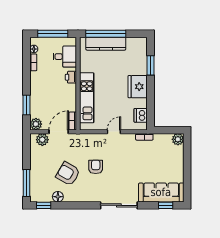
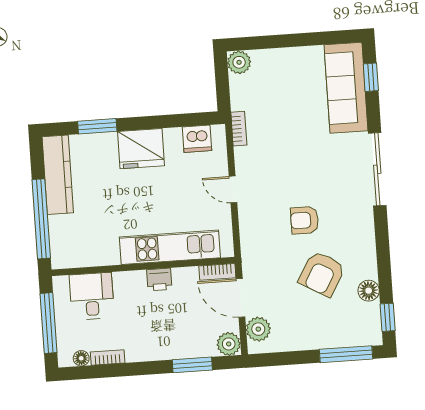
kitchen counter: (106, 44) -> (58, 175), moved
printer: (71, 77) -> (159, 279), moved

